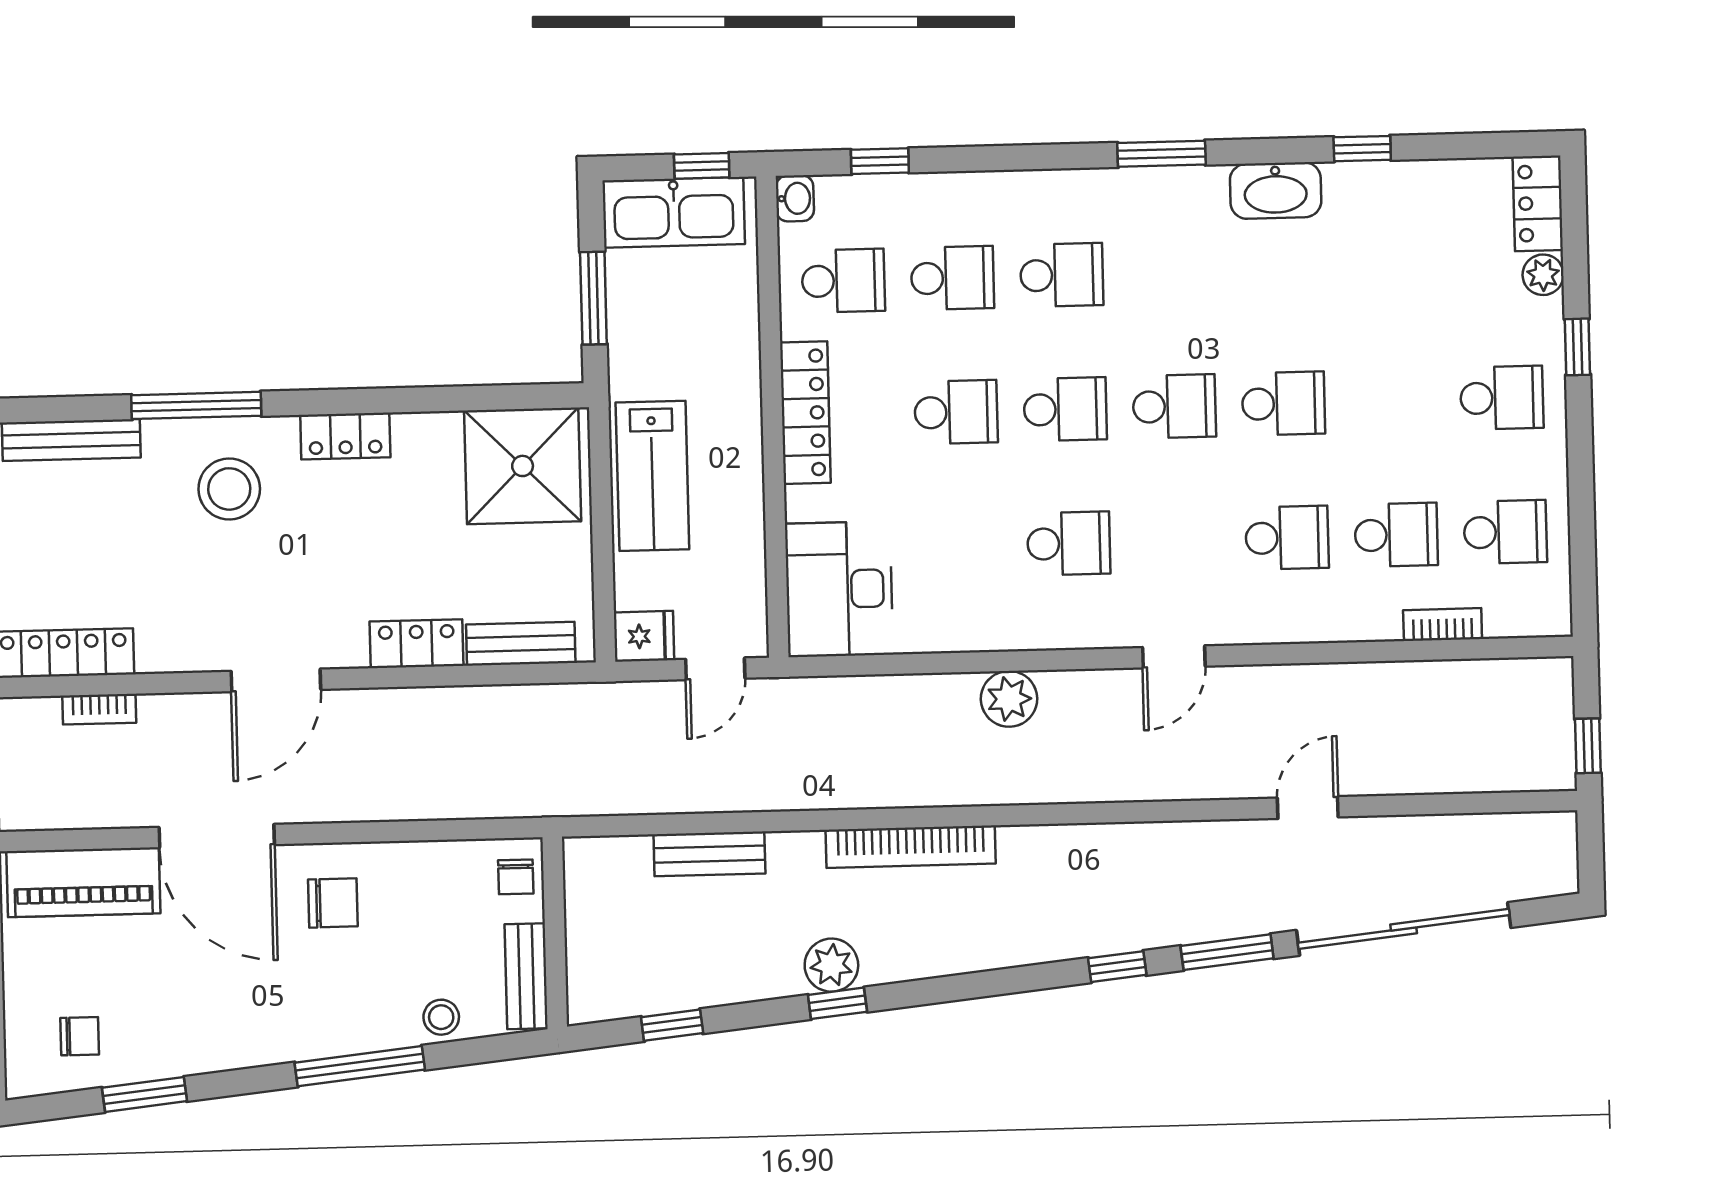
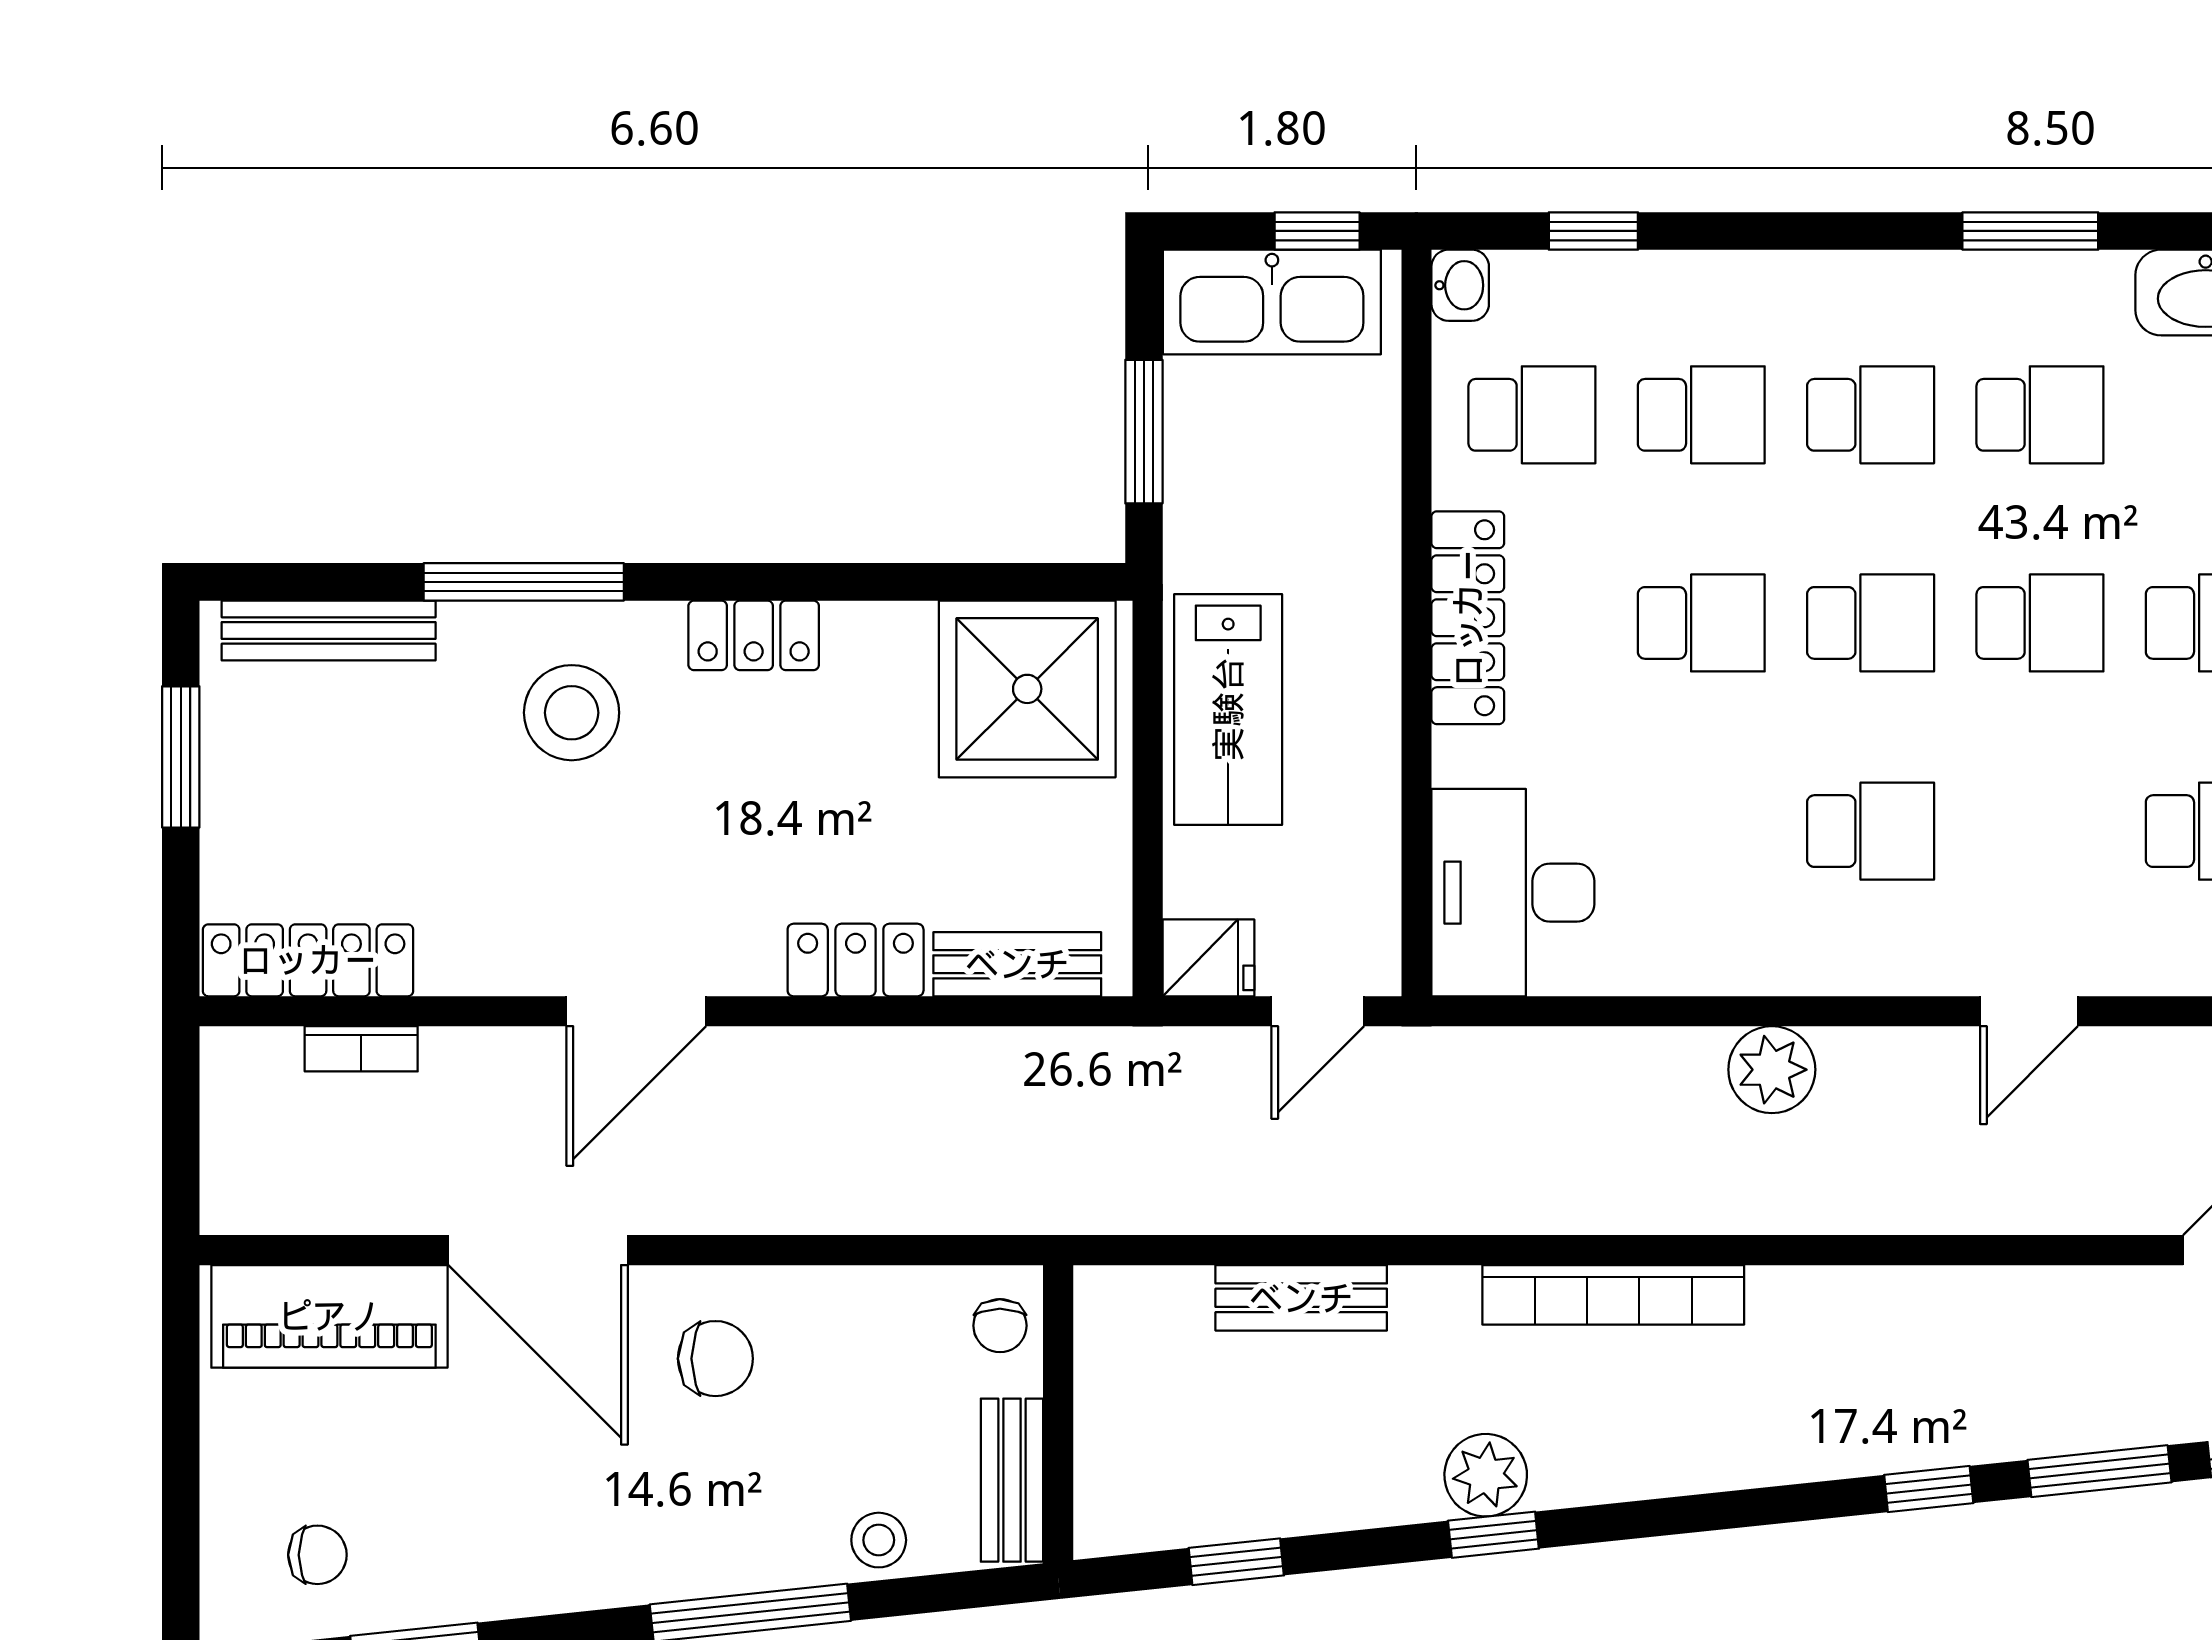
school desk: (1171, 272) -> (2040, 415), added

